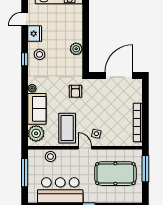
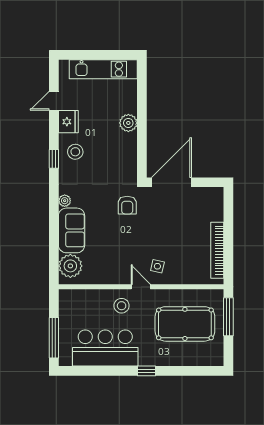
plant: (76, 49) -> (128, 123), moved
door: (119, 75) -> (171, 182), moved
coffee table: (67, 128) -> (115, 258), removed
stool: (50, 157) -> (122, 306), moved
window: (25, 173) -> (54, 338), moved

